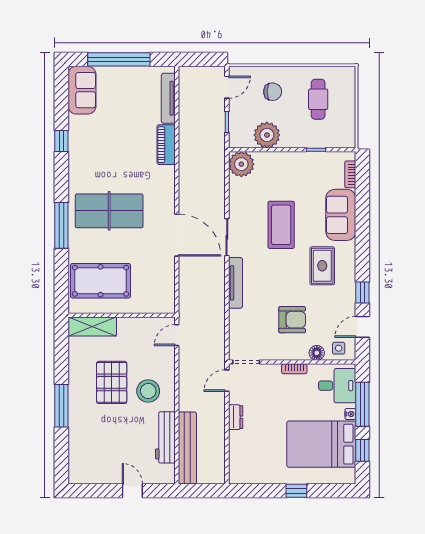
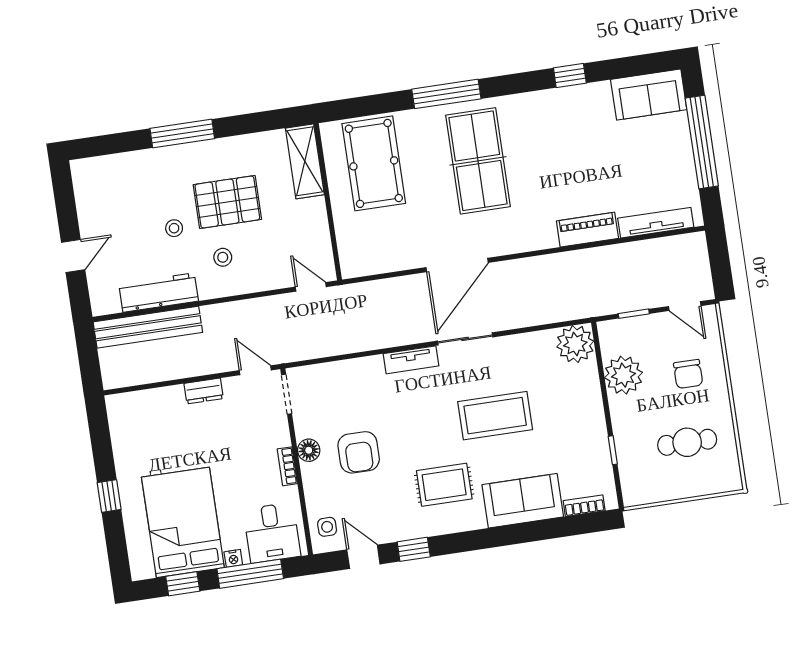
tv unit: (235, 283) -> (411, 360), width x0.71
floor lamp: (317, 353) -> (309, 450), moved
stool: (148, 391) -> (223, 257), width x0.53, depth x0.53
stool: (124, 421) -> (174, 228), added

